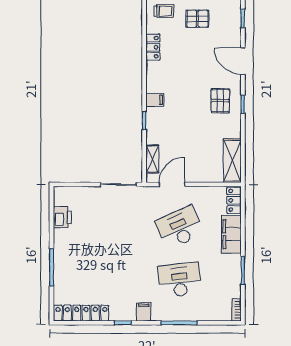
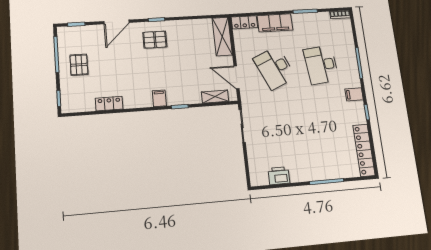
trolley: (164, 11) -> (73, 96), removed
shelving: (232, 161) -> (222, 36), moved, turned 90

